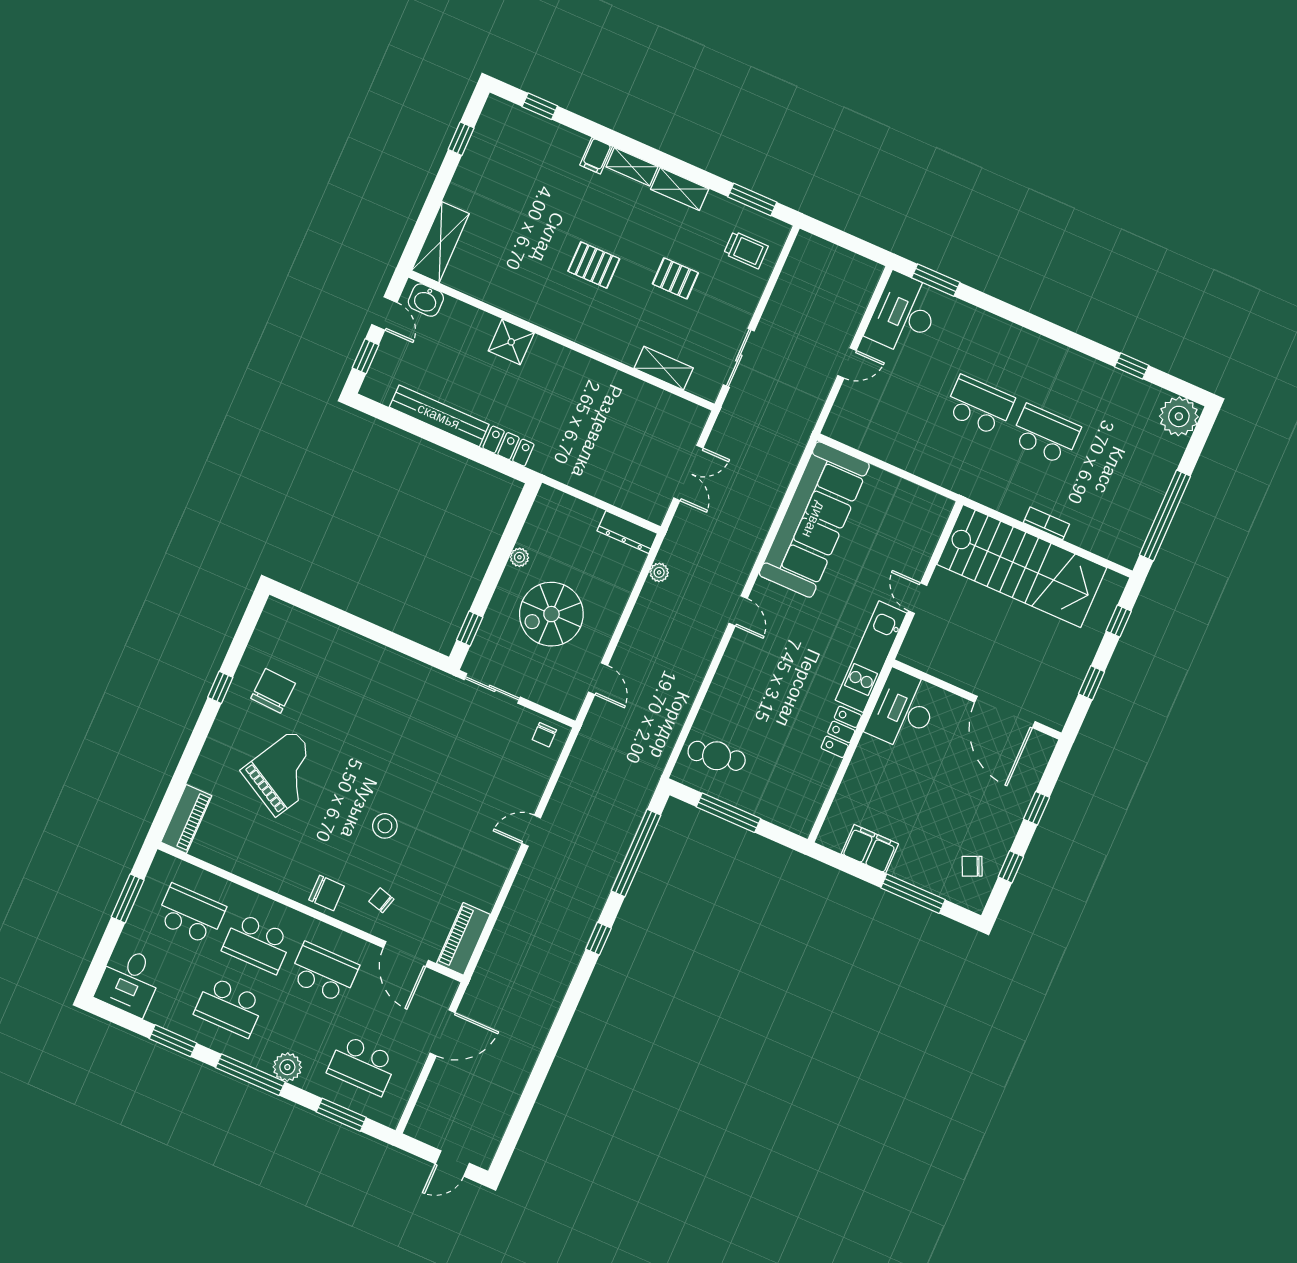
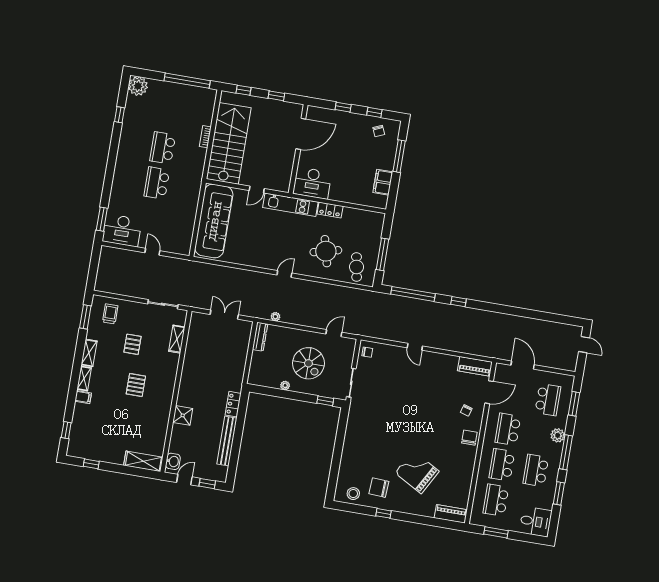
sofa: (814, 520) -> (214, 221), moved, turned 90
round table: (763, 703) -> (326, 251), added
stool: (385, 826) -> (353, 494), moved
school desk: (257, 943) -> (502, 465), turned 180
school desk: (229, 1007) -> (536, 470), turned 180

